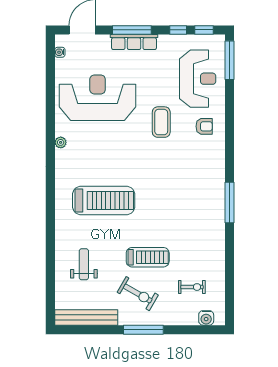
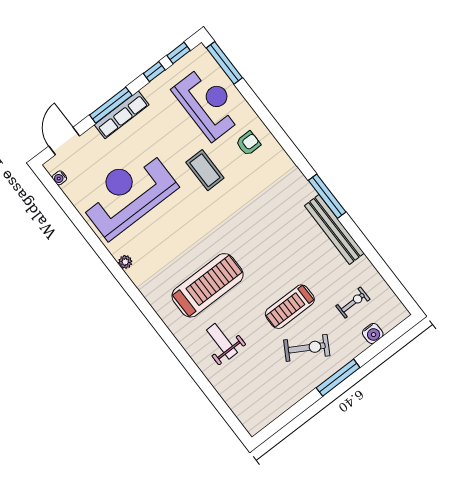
treadmill: (148, 257) -> (290, 307), turned 180
weight bench: (84, 264) -> (222, 341), moved
bench: (86, 317) -> (334, 229), moved, turned 90
water cooler: (206, 318) -> (373, 333), moved

